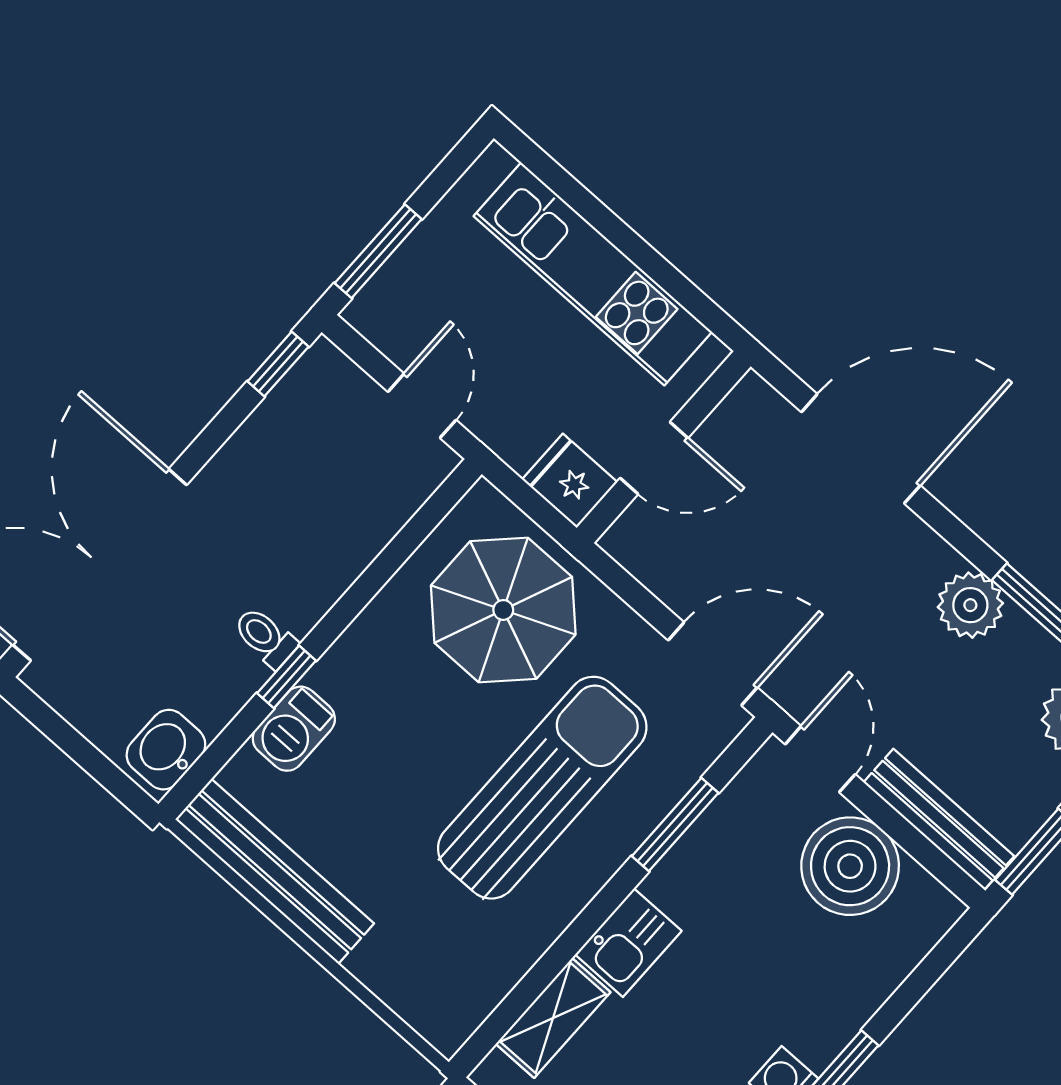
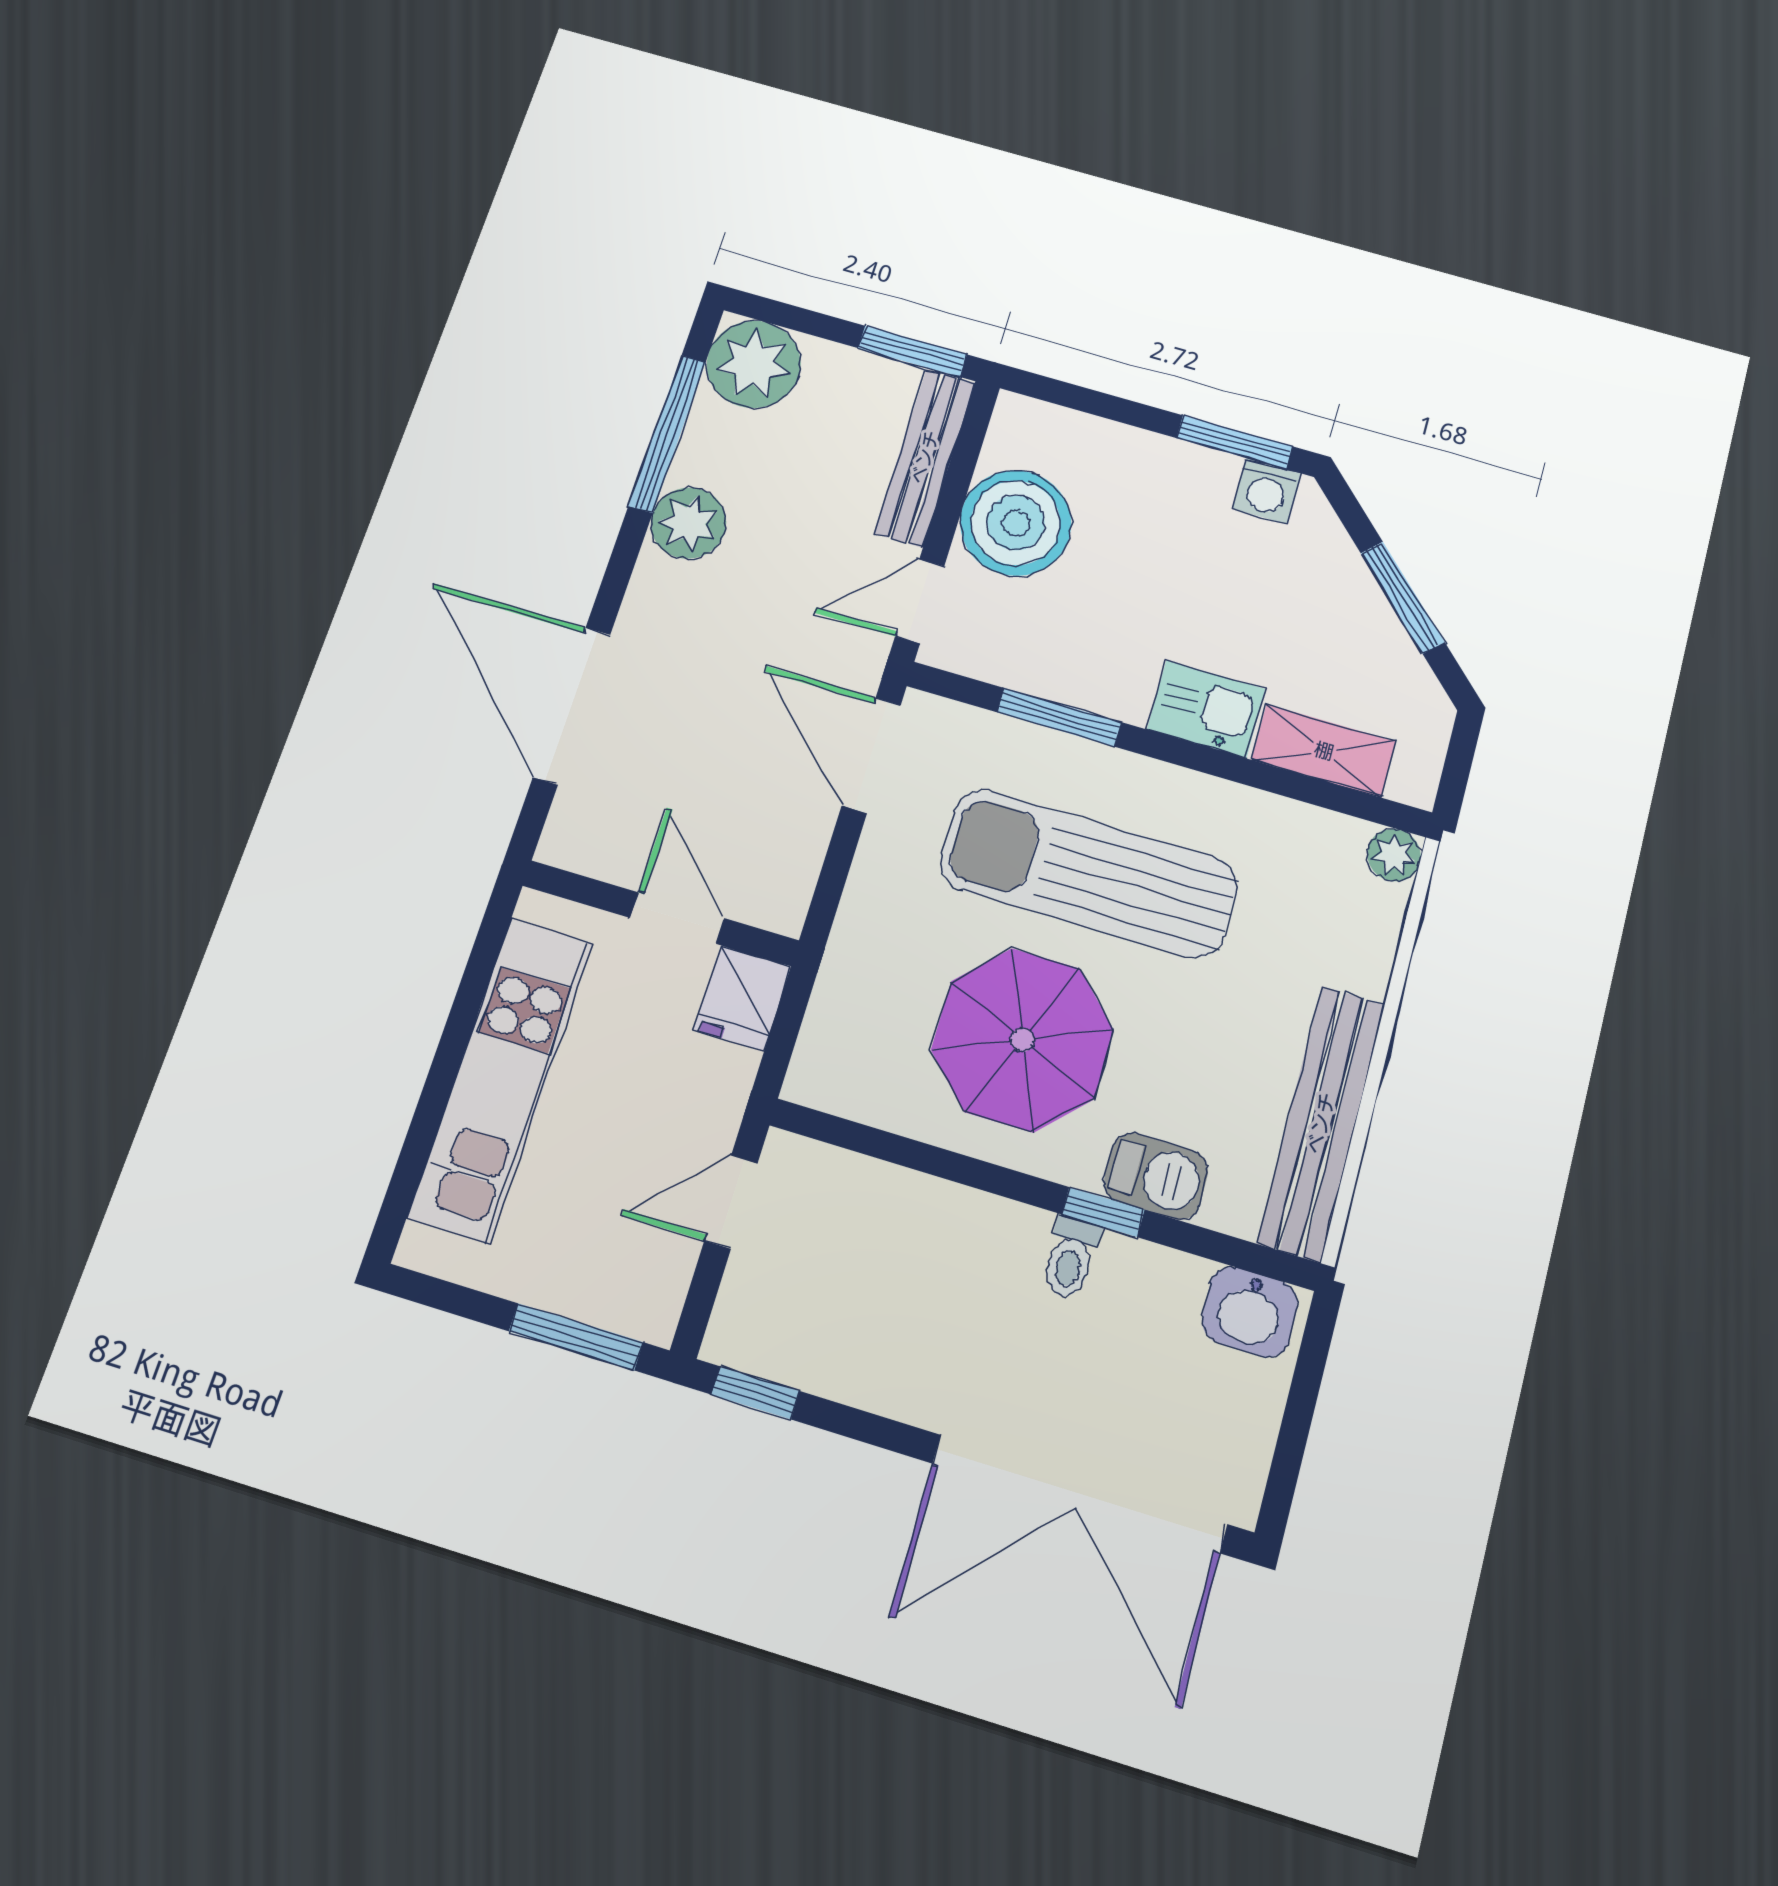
parasol: (503, 610) -> (1022, 1040), moved
plant: (447, 1030) -> (1394, 855), added

